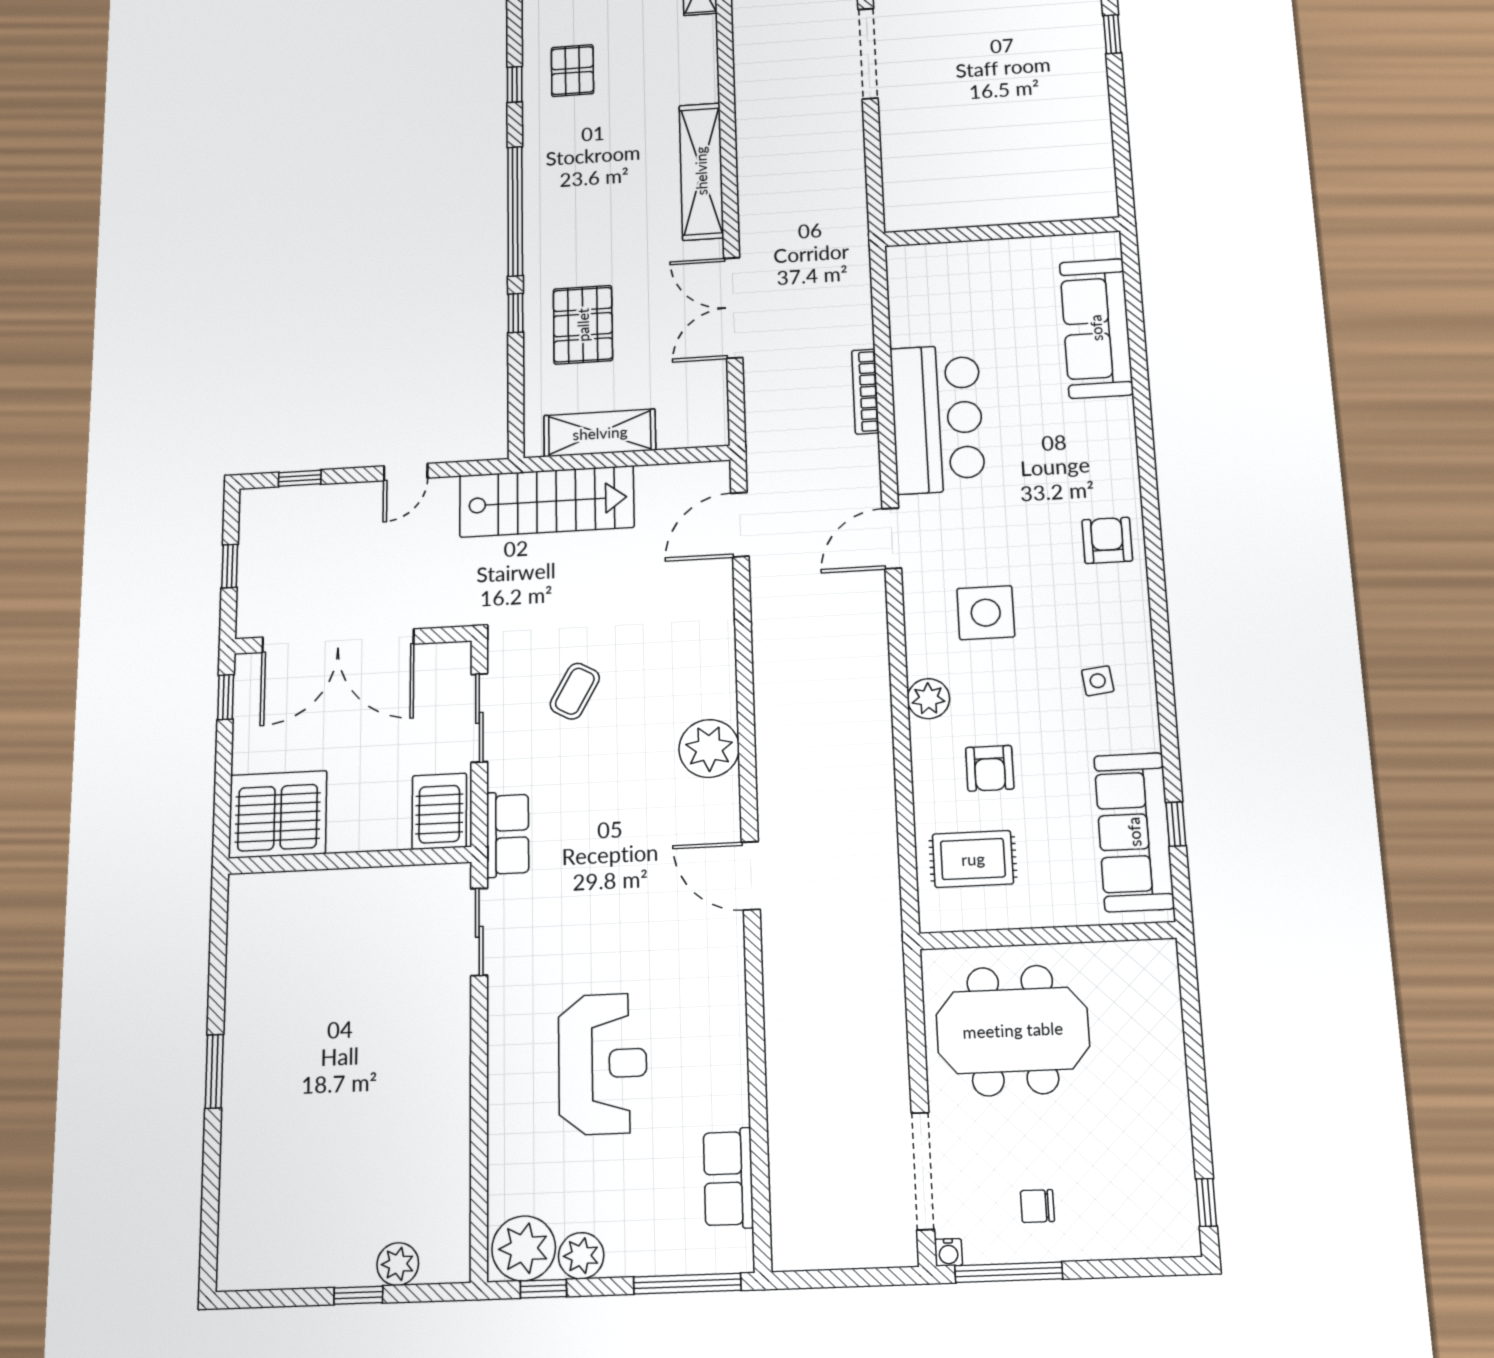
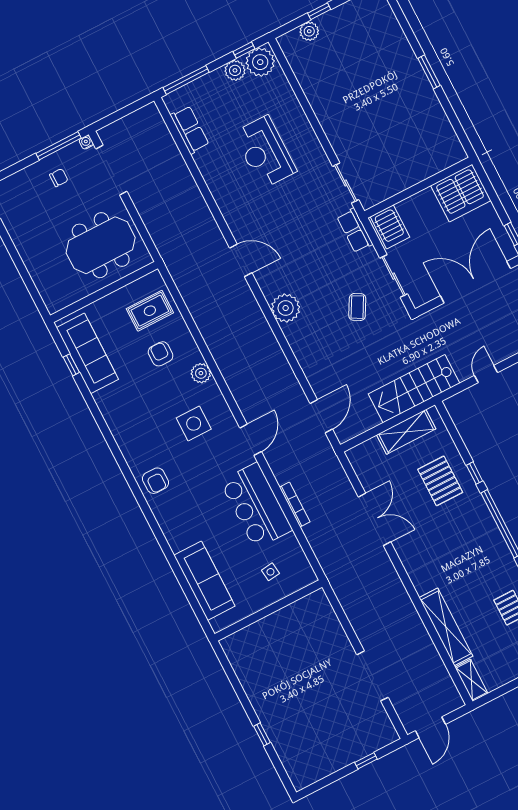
shelving: (701, 171) -> (446, 627), moved
side table: (1098, 681) -> (270, 572), moved

